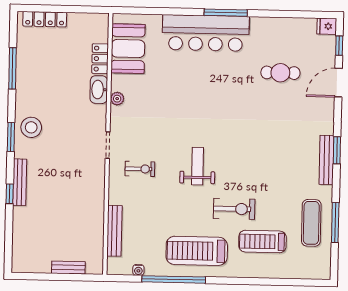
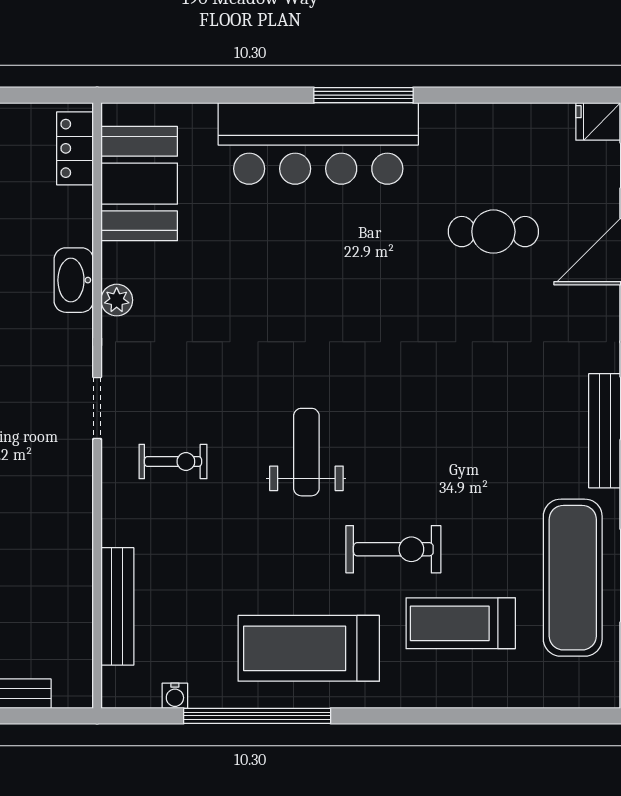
locker: (100, 59) -> (75, 148), moved
exercise mat: (311, 223) -> (573, 578), width x1.36, depth x1.45

